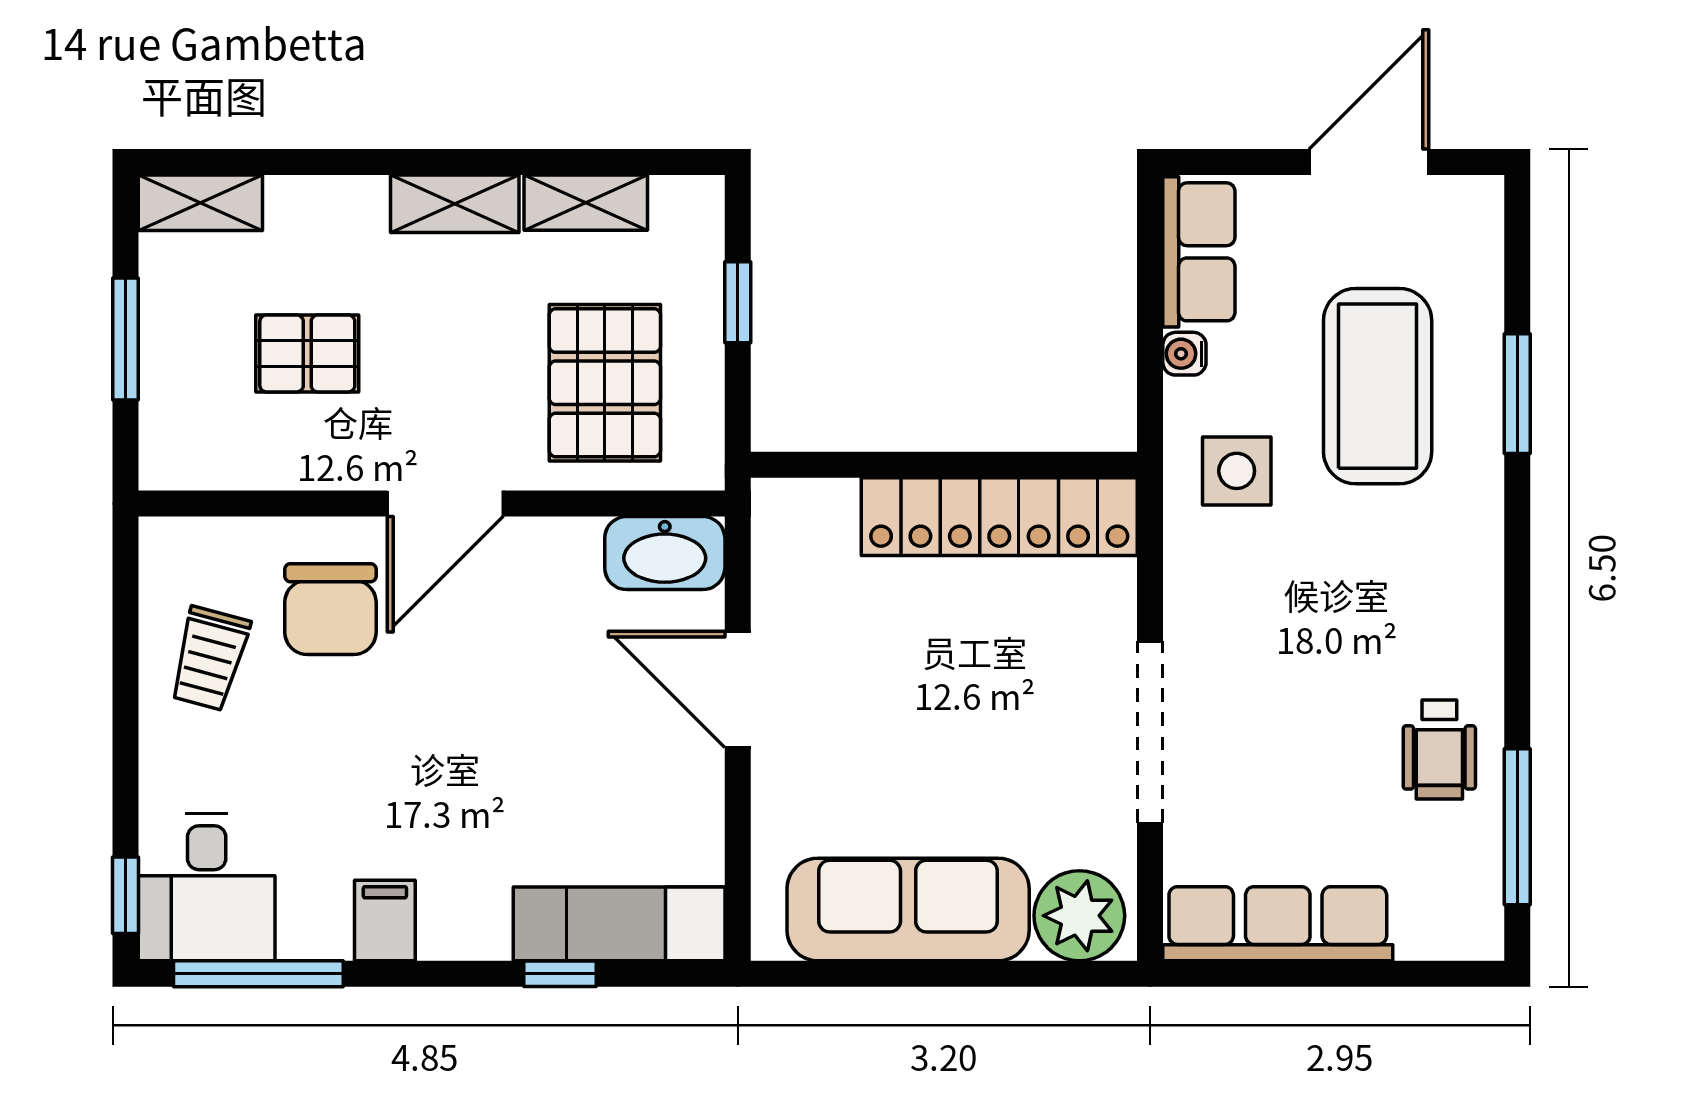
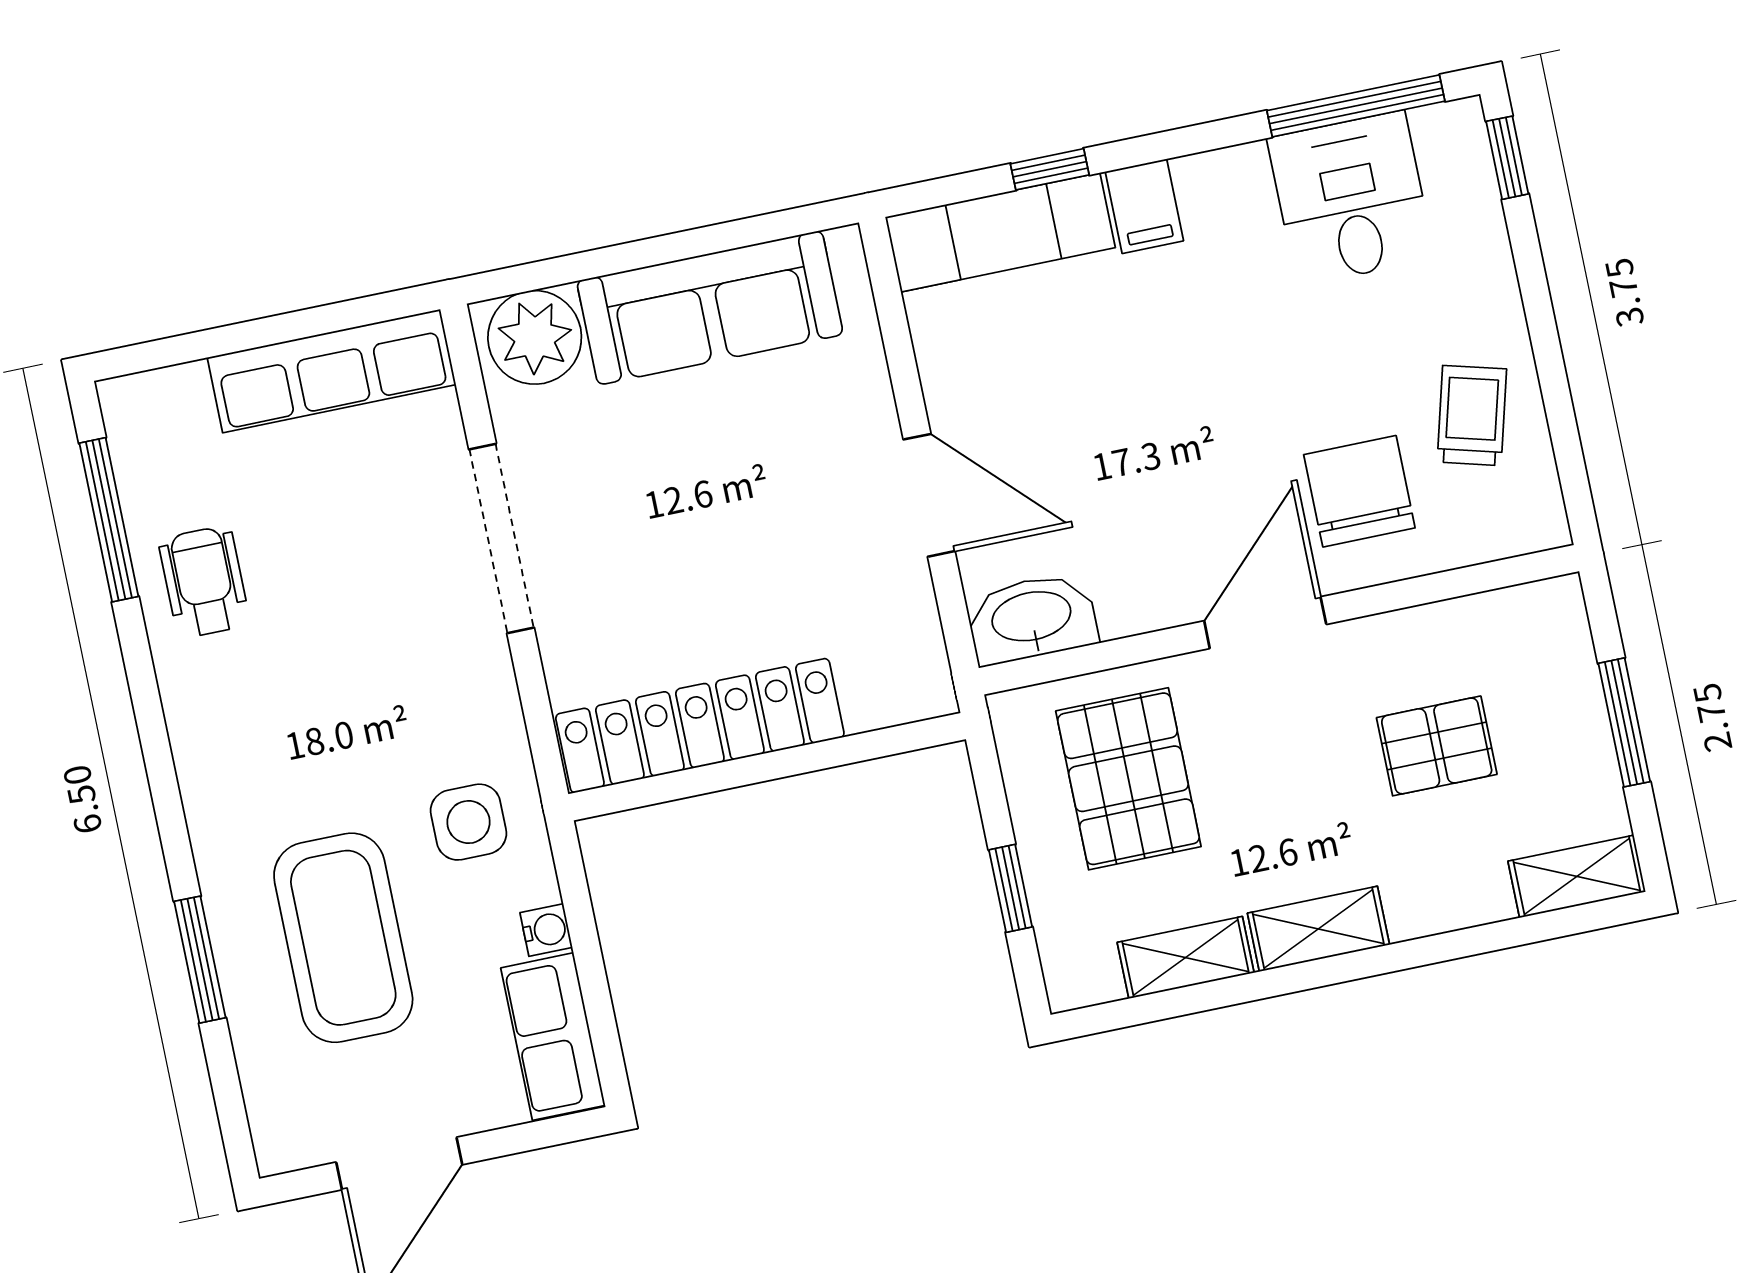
desk: (207, 887) -> (1351, 198), moved
filing cabinet: (385, 920) -> (1144, 206), moved

